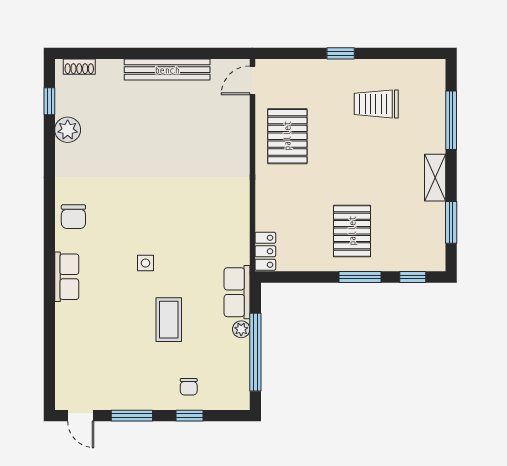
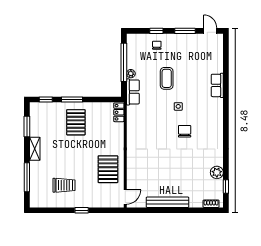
chair: (73, 217) -> (185, 131), moved
row of seats: (67, 277) -> (217, 85), moved

